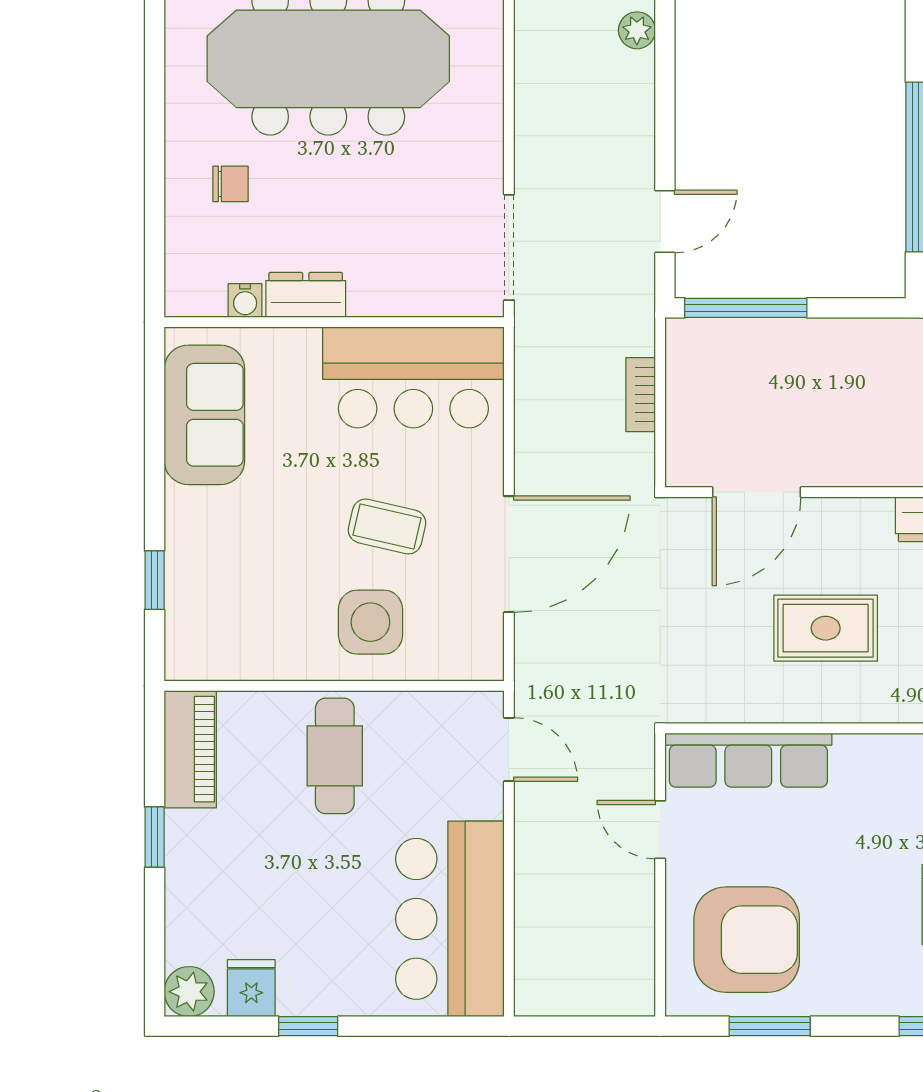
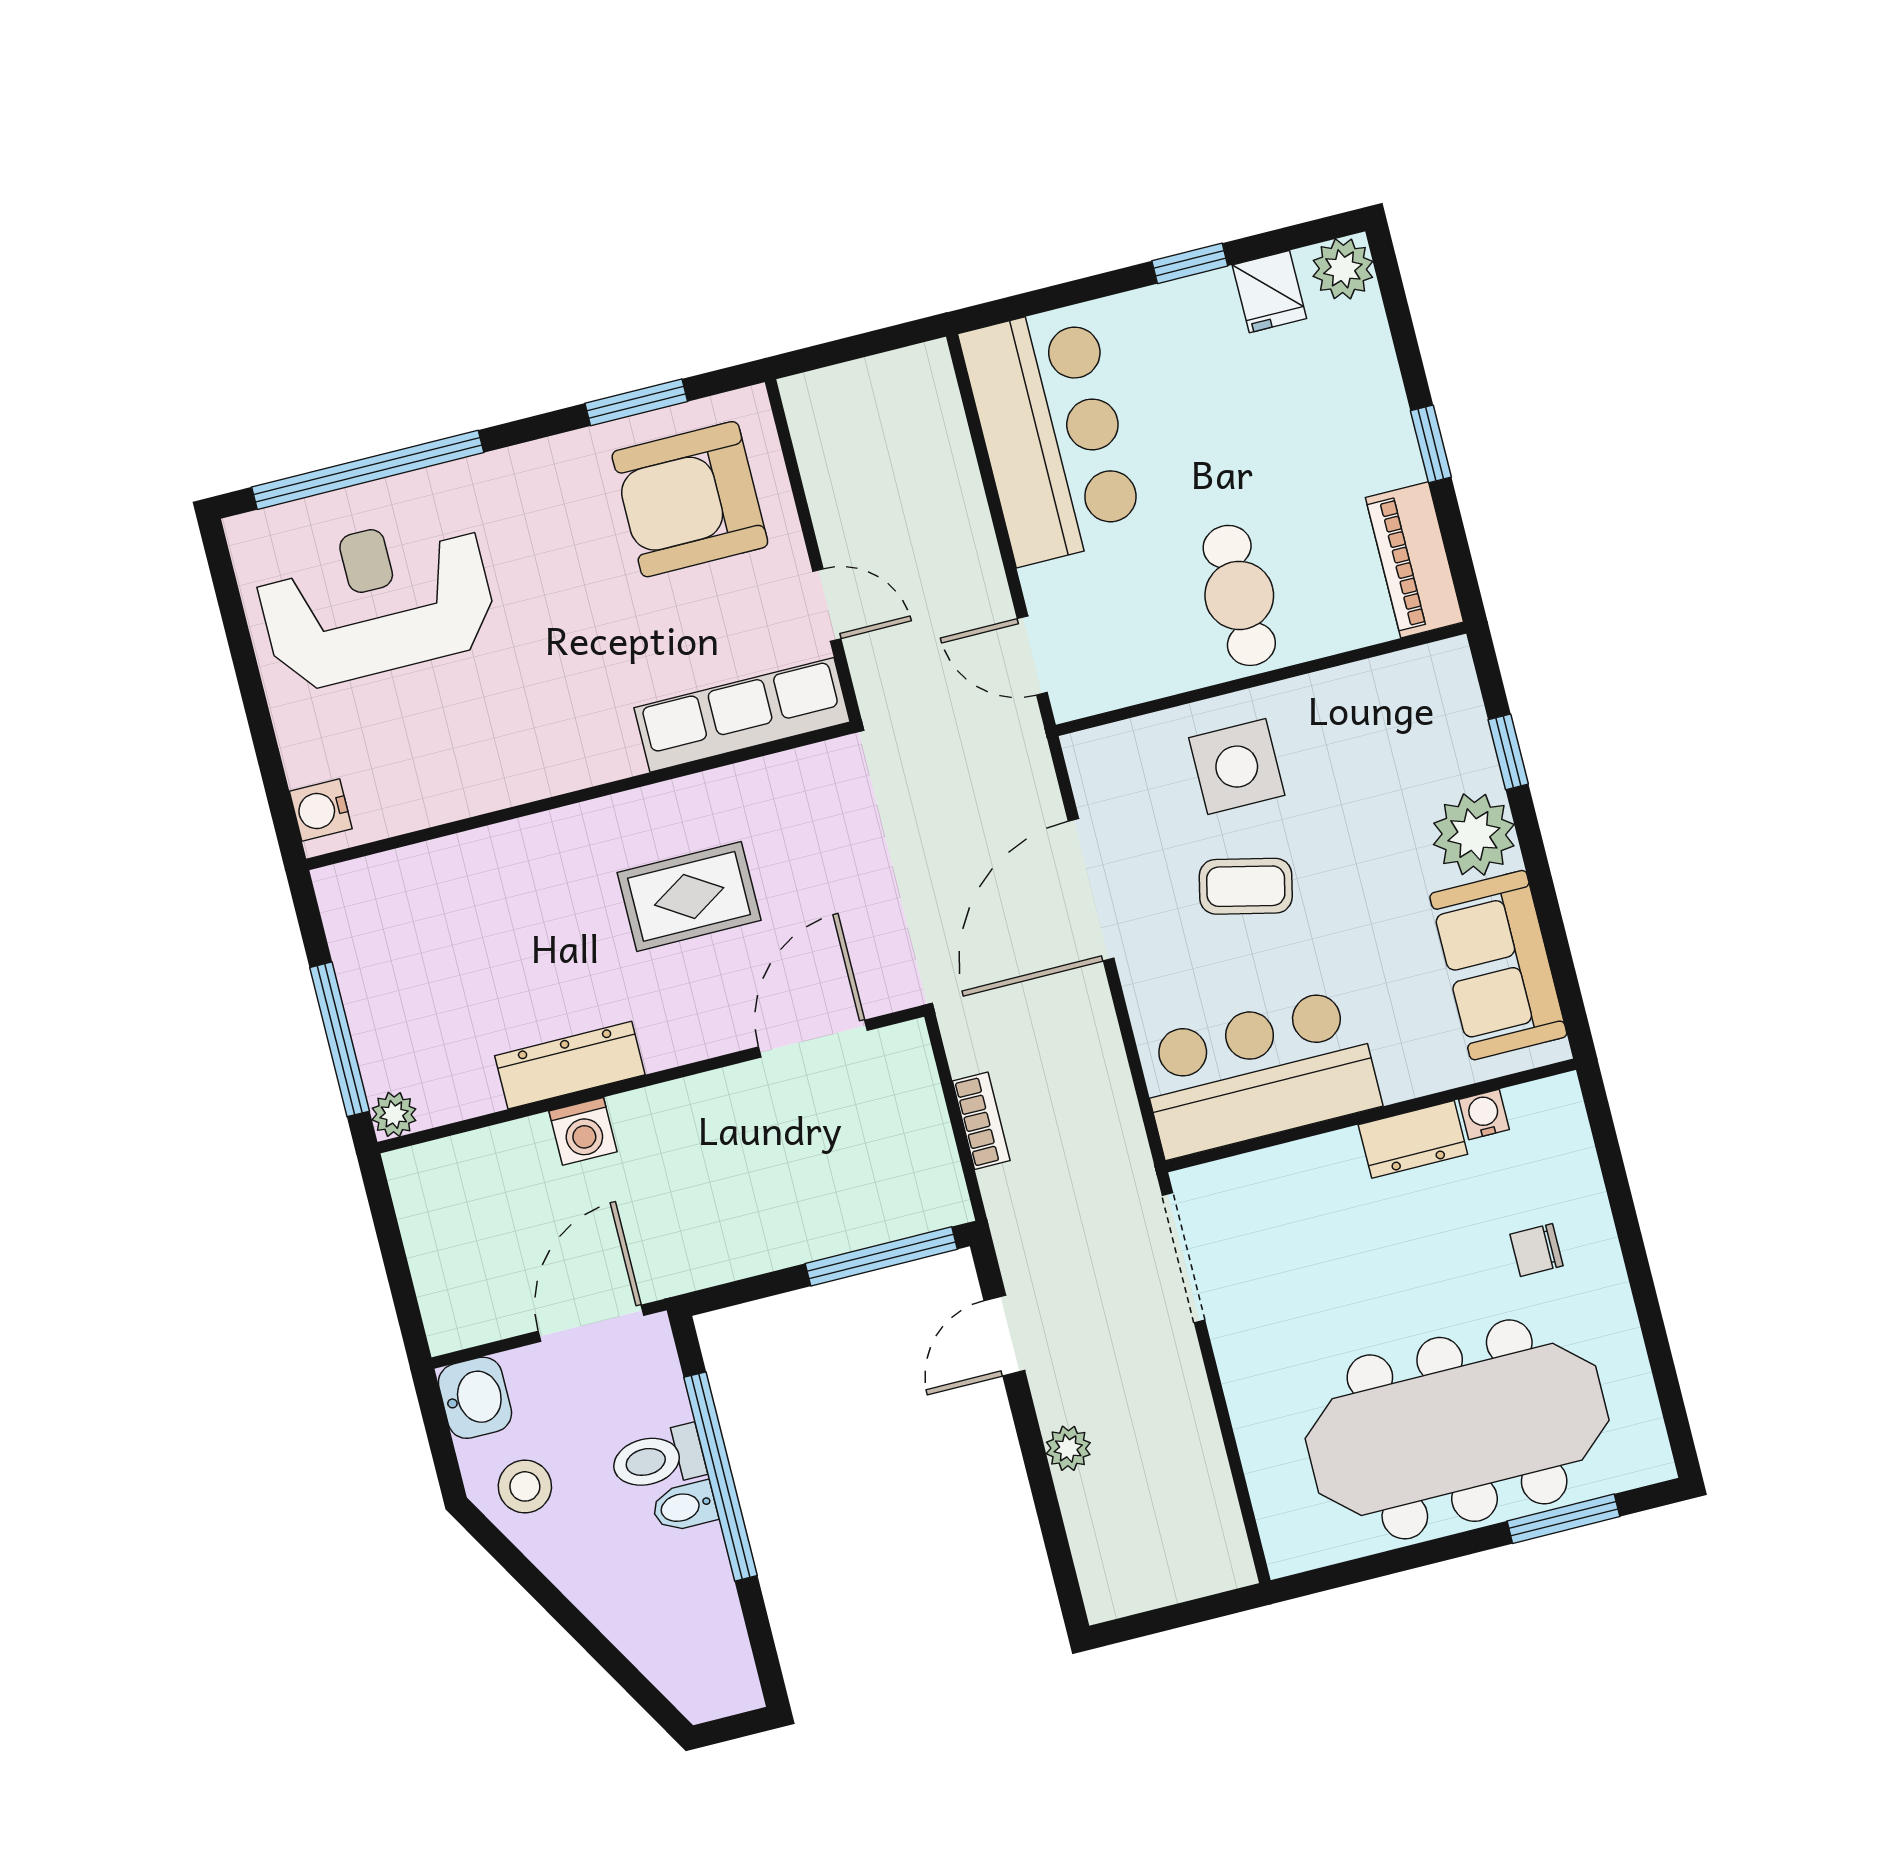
plant: (637, 30) -> (1068, 1448), moved
plant: (198, 522) -> (1474, 834), added

